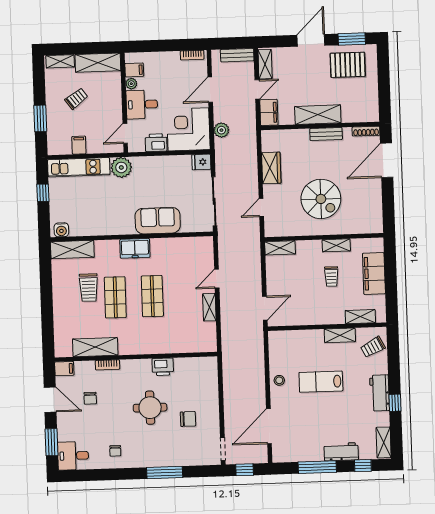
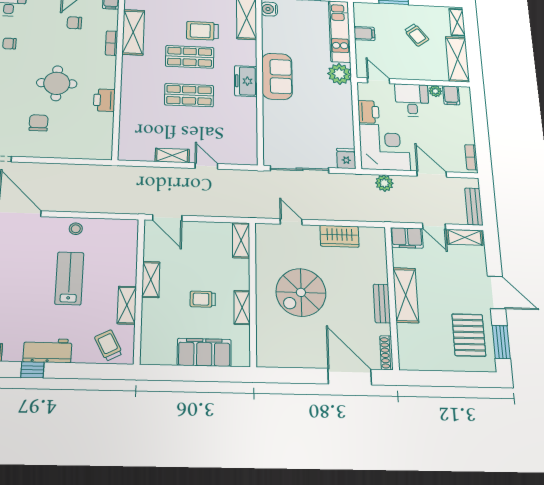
sofa: (158, 221) -> (277, 76), moved
shelving: (360, 317) -> (151, 280), moved
chair: (188, 419) -> (39, 123), turned 180

